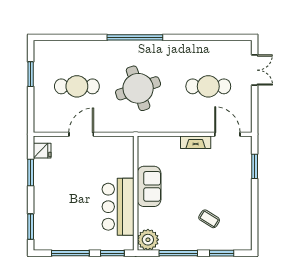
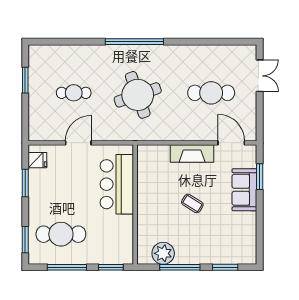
cafe table: (77, 86) -> (74, 93), width x0.73, depth x0.74
fireplace: (196, 142) -> (192, 154), width x1.37, depth x1.32
sofa: (149, 186) -> (244, 190), moved, turned 180
bar counter: (118, 207) -> (117, 184), moved
coffee table: (209, 219) -> (192, 203), moved
cafe table: (65, 221) -> (61, 234), added
plant: (148, 240) -> (163, 253), moved

